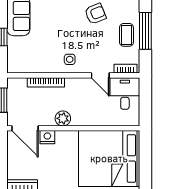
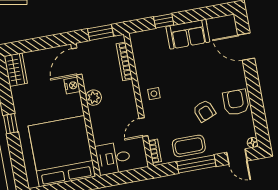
coffee table: (126, 35) -> (189, 146), width x1.36, depth x1.30
bookcase: (46, 82) -> (124, 61), moved
desk: (125, 93) -> (113, 158), moved, turned 180

